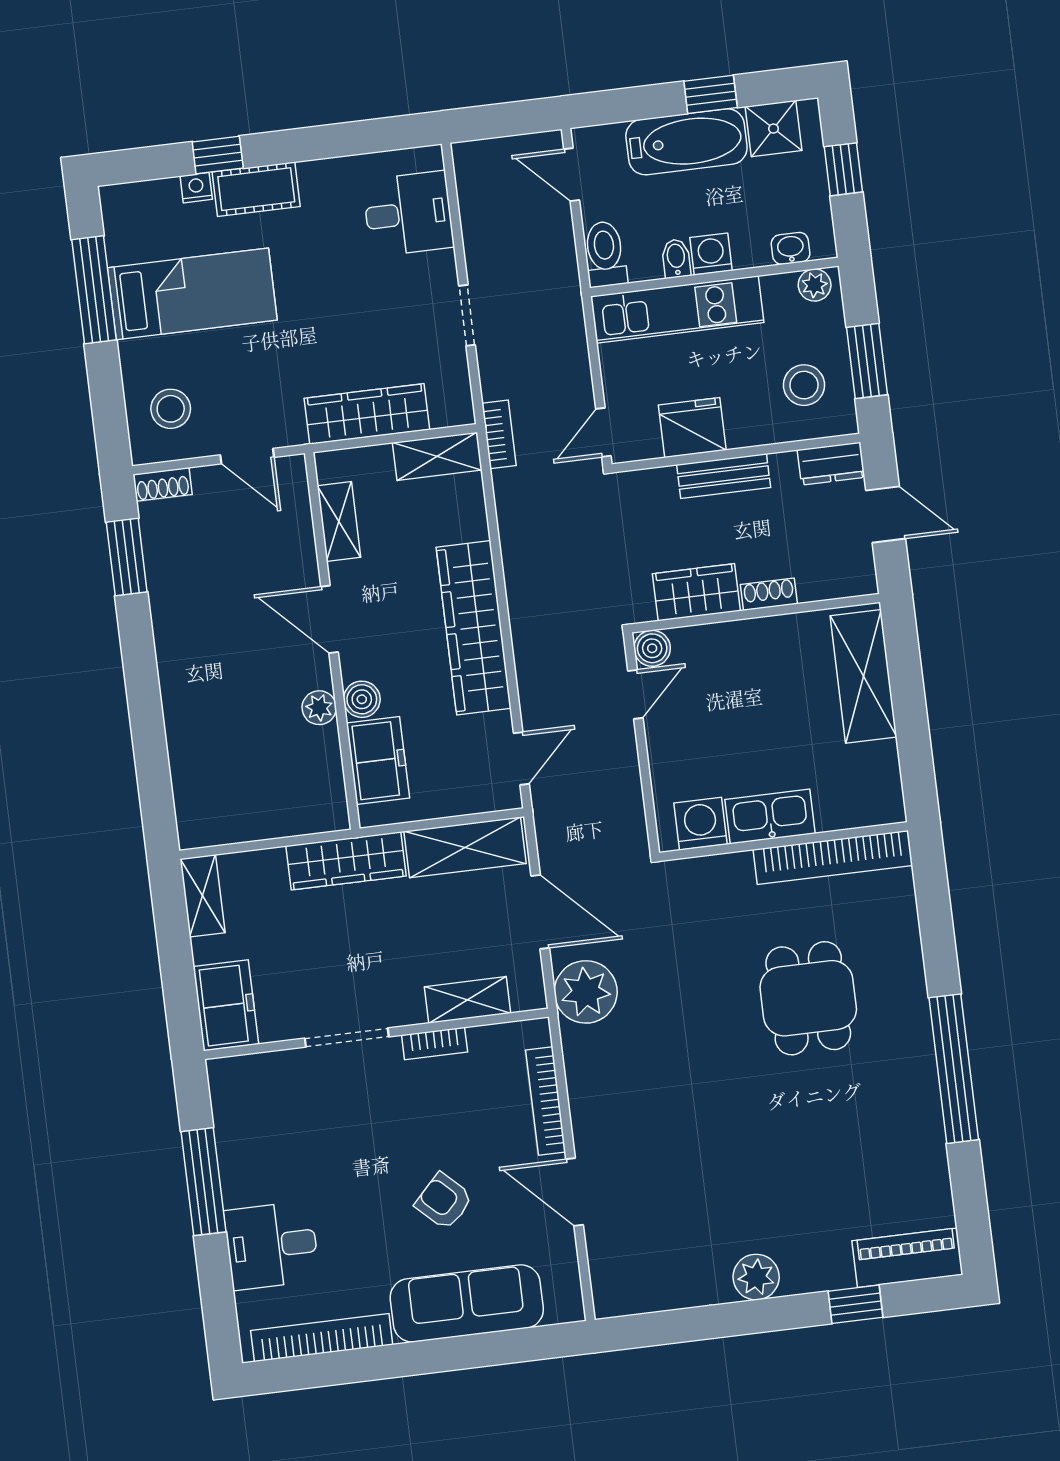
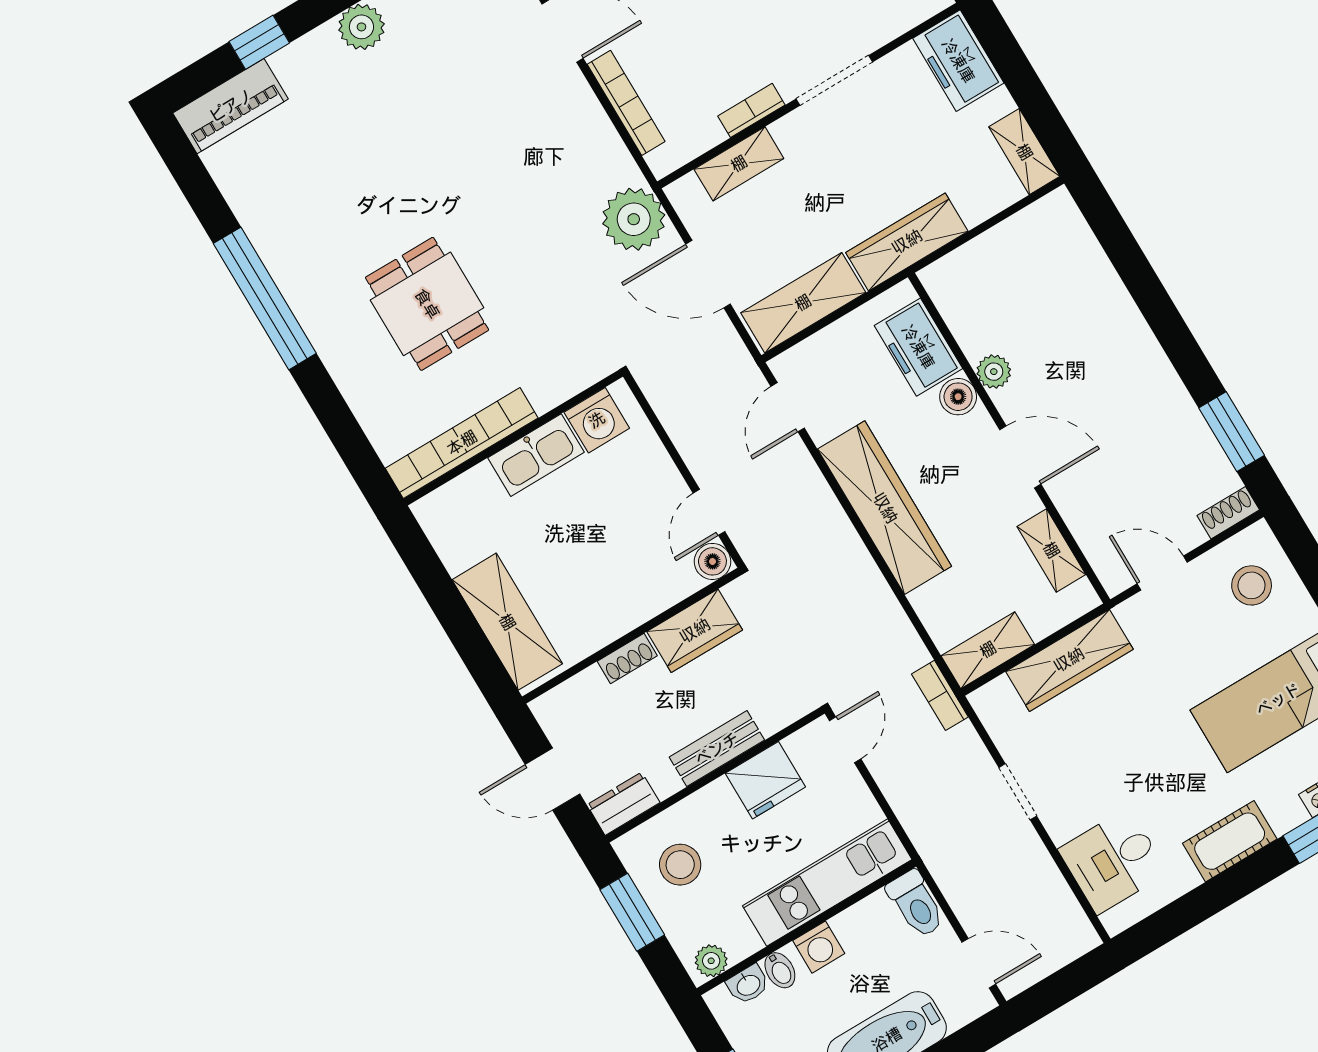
cot: (256, 189) -> (1230, 841), moved
bidet: (676, 258) -> (780, 970), moved

